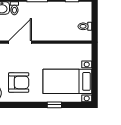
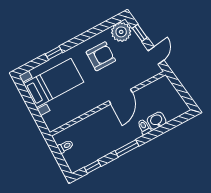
armchair: (19, 82) -> (101, 56), turned 180

